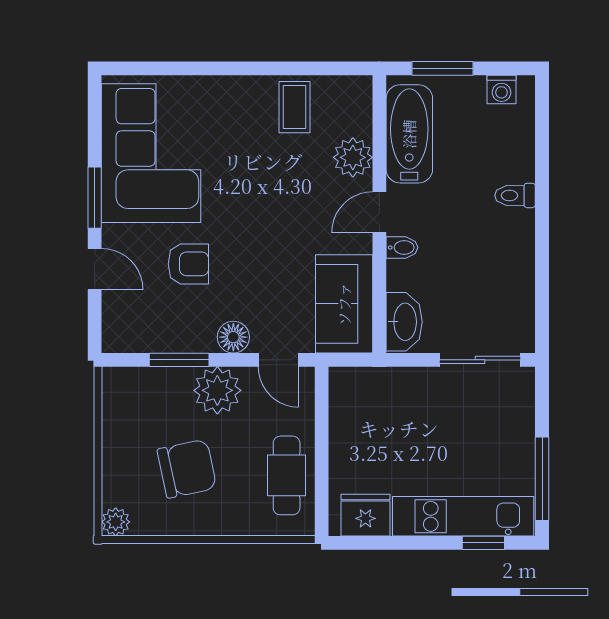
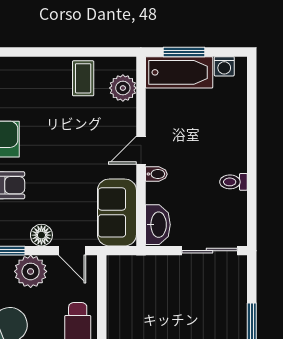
bathtub: (409, 134) -> (179, 72), moved, turned 90
plant: (353, 157) -> (123, 88), moved
toilet: (515, 195) -> (234, 182), moved

